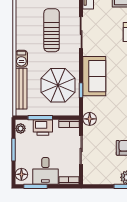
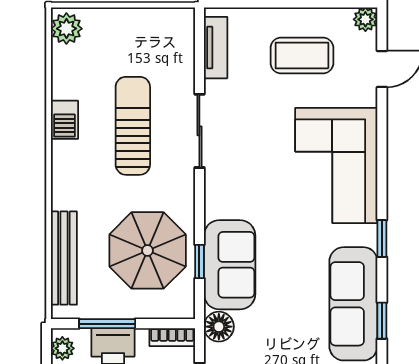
barbecue: (21, 59) -> (64, 120), moved
sofa: (94, 76) -> (230, 265), moved

